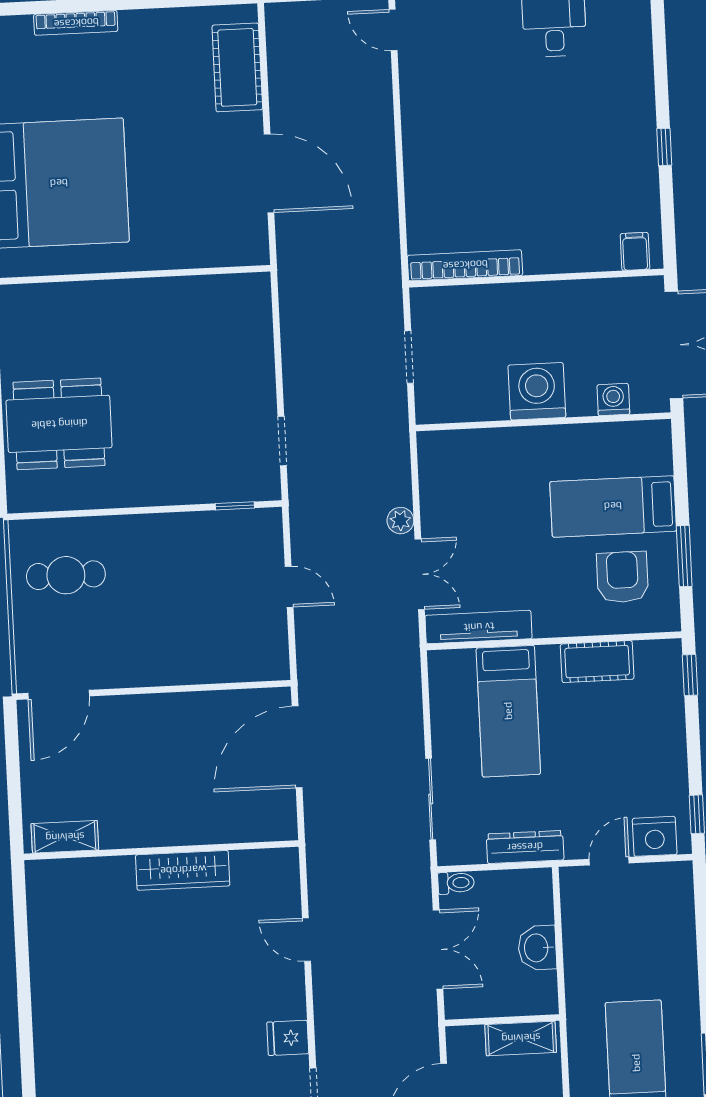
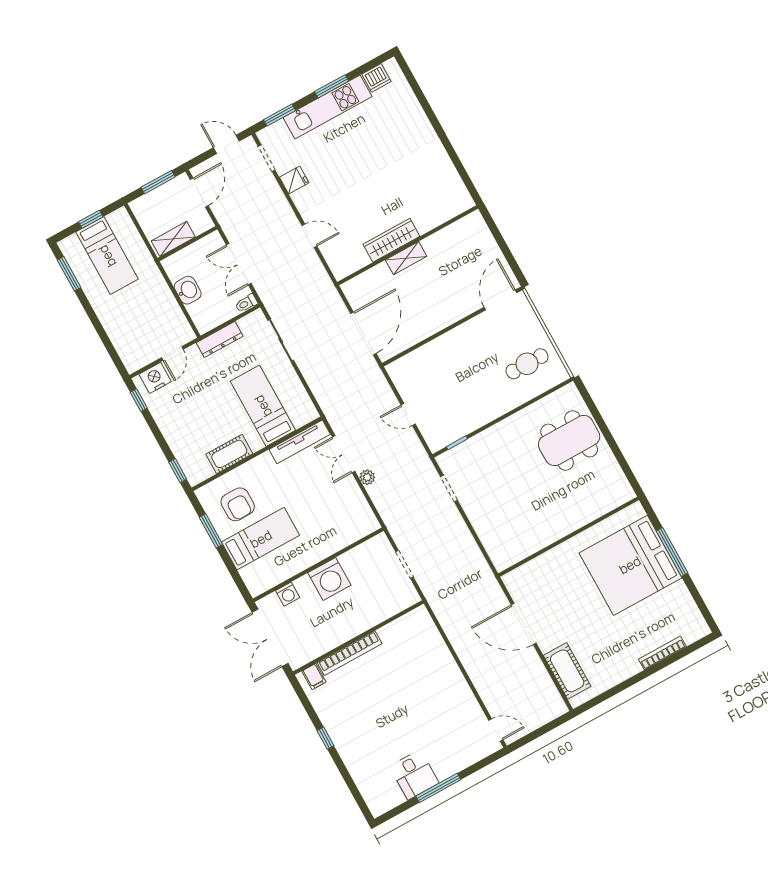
bookcase: (465, 265) -> (350, 653), moved
shelving: (65, 837) -> (406, 258), moved

